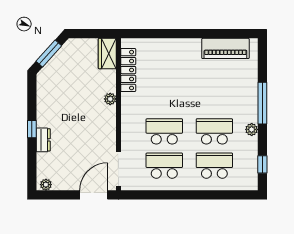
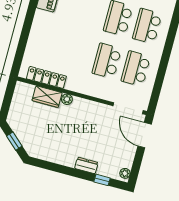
window: (49, 53) -> (14, 141), width x0.67
wardrobe: (107, 54) -> (47, 97), moved
window: (32, 129) -> (102, 180), moved

